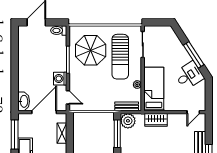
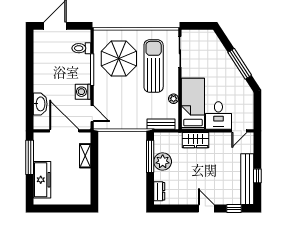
toilet: (59, 30) -> (81, 48), moved
sun lounger: (120, 57) -> (154, 66), turned 180
desk: (189, 75) -> (218, 116), moved, turned 123
washbasin: (24, 101) -> (40, 104), moved
door: (44, 112) -> (64, 131), hinge flipped
plant: (128, 121) -> (163, 162), moved

